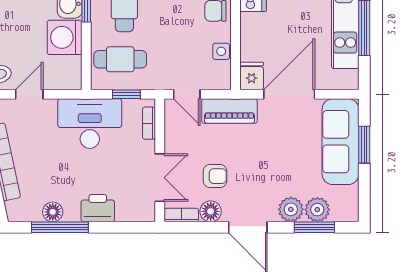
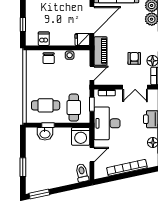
washing machine: (65, 37) -> (81, 136), moved
door: (29, 94) -> (92, 155), swing flipped
door: (289, 94) -> (92, 20), swing flipped
double door: (160, 178) -> (135, 87), swing flipped

